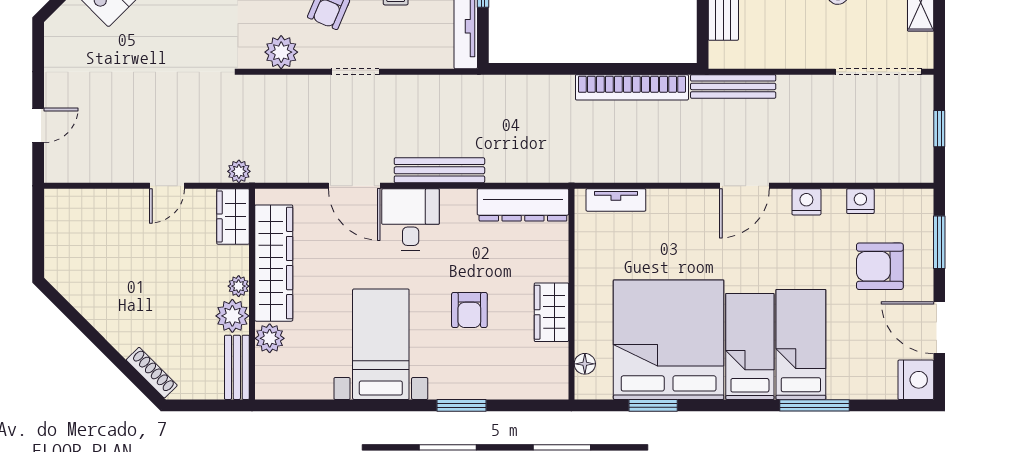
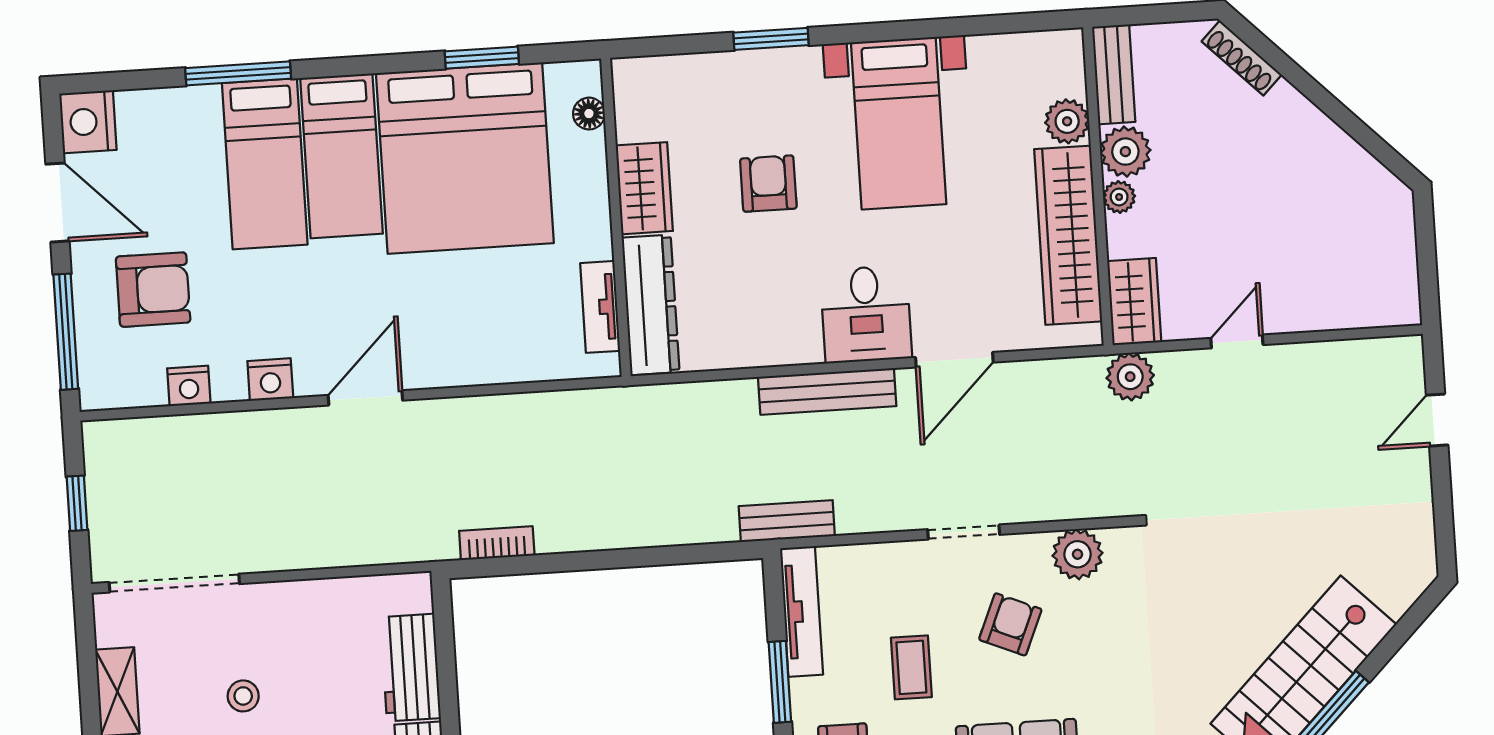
bench: (733, 86) -> (787, 521), moved, width x0.73
bookcase: (632, 87) -> (497, 543), width x0.43, depth x0.76
plant: (239, 171) -> (1130, 377), width x1.38, depth x1.38
door: (354, 186) -> (954, 360), swing flipped
tv unit: (616, 200) -> (600, 307), moved, turned -90
dresser: (523, 205) -> (651, 305), moved, turned 90
window: (939, 242) -> (66, 332), width x1.44

